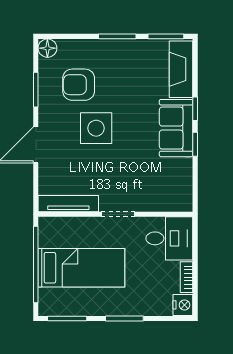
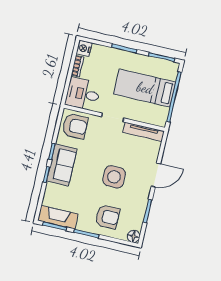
fireplace: (181, 69) -> (58, 217), moved, turned -90
armchair: (79, 85) -> (107, 217), moved
armchair: (170, 189) -> (75, 126), added

